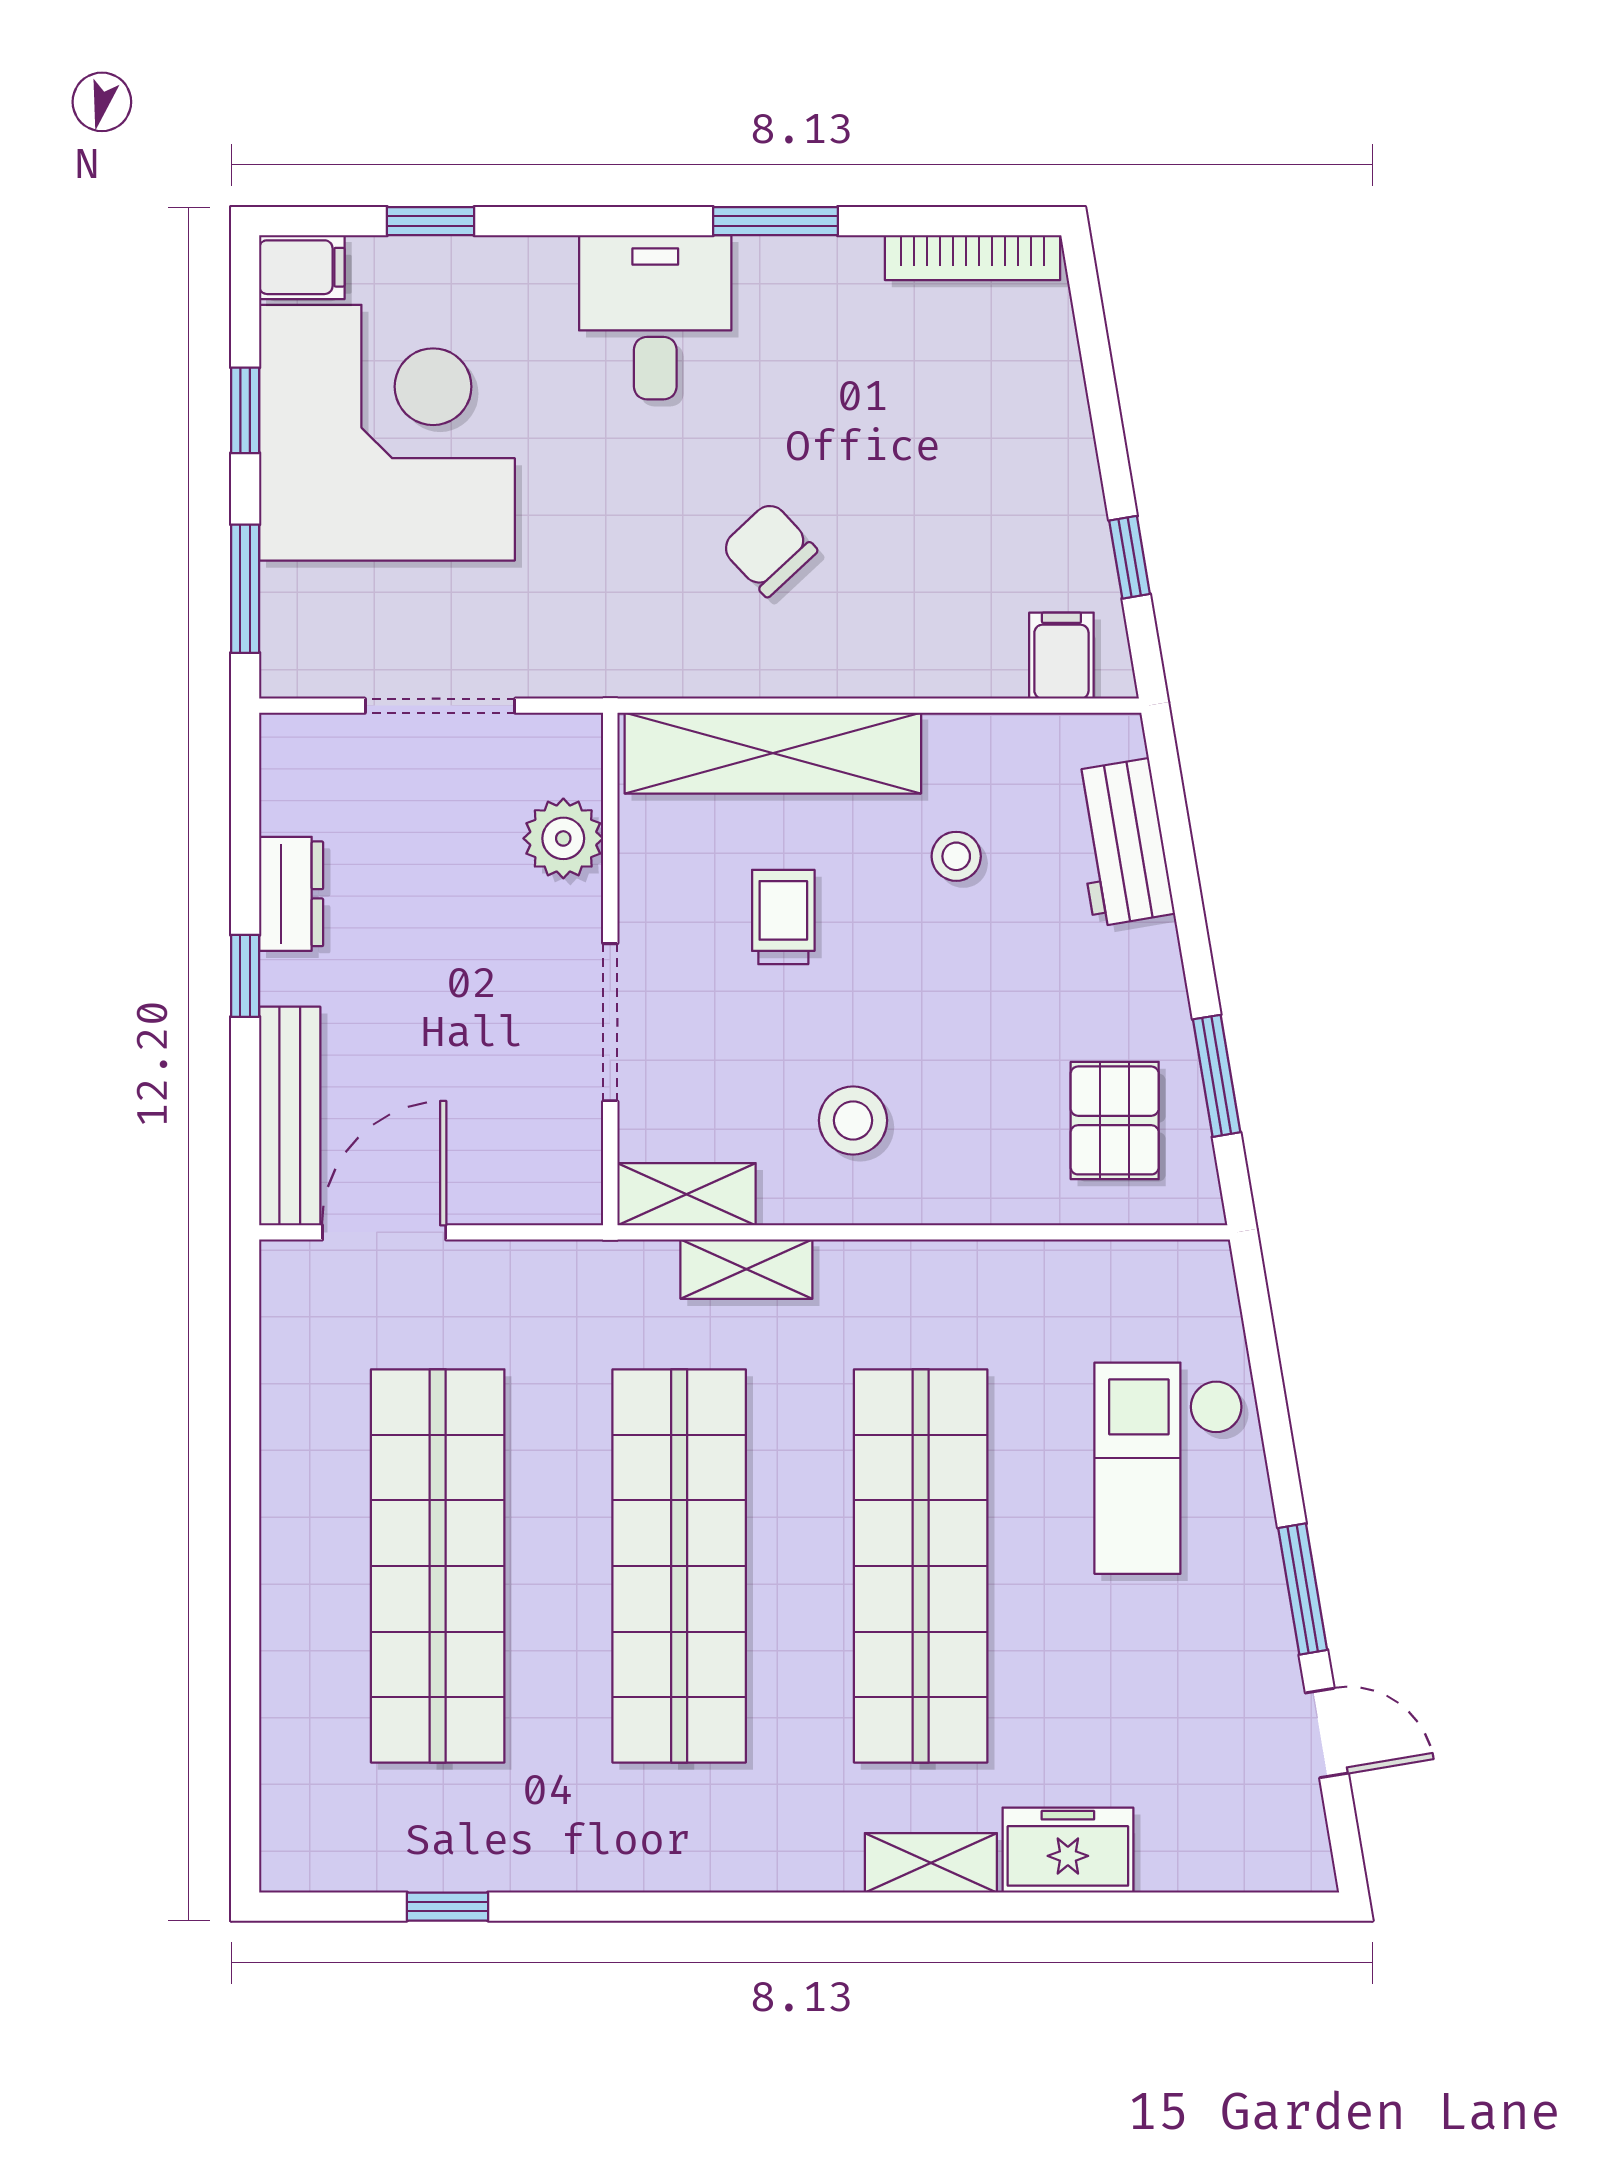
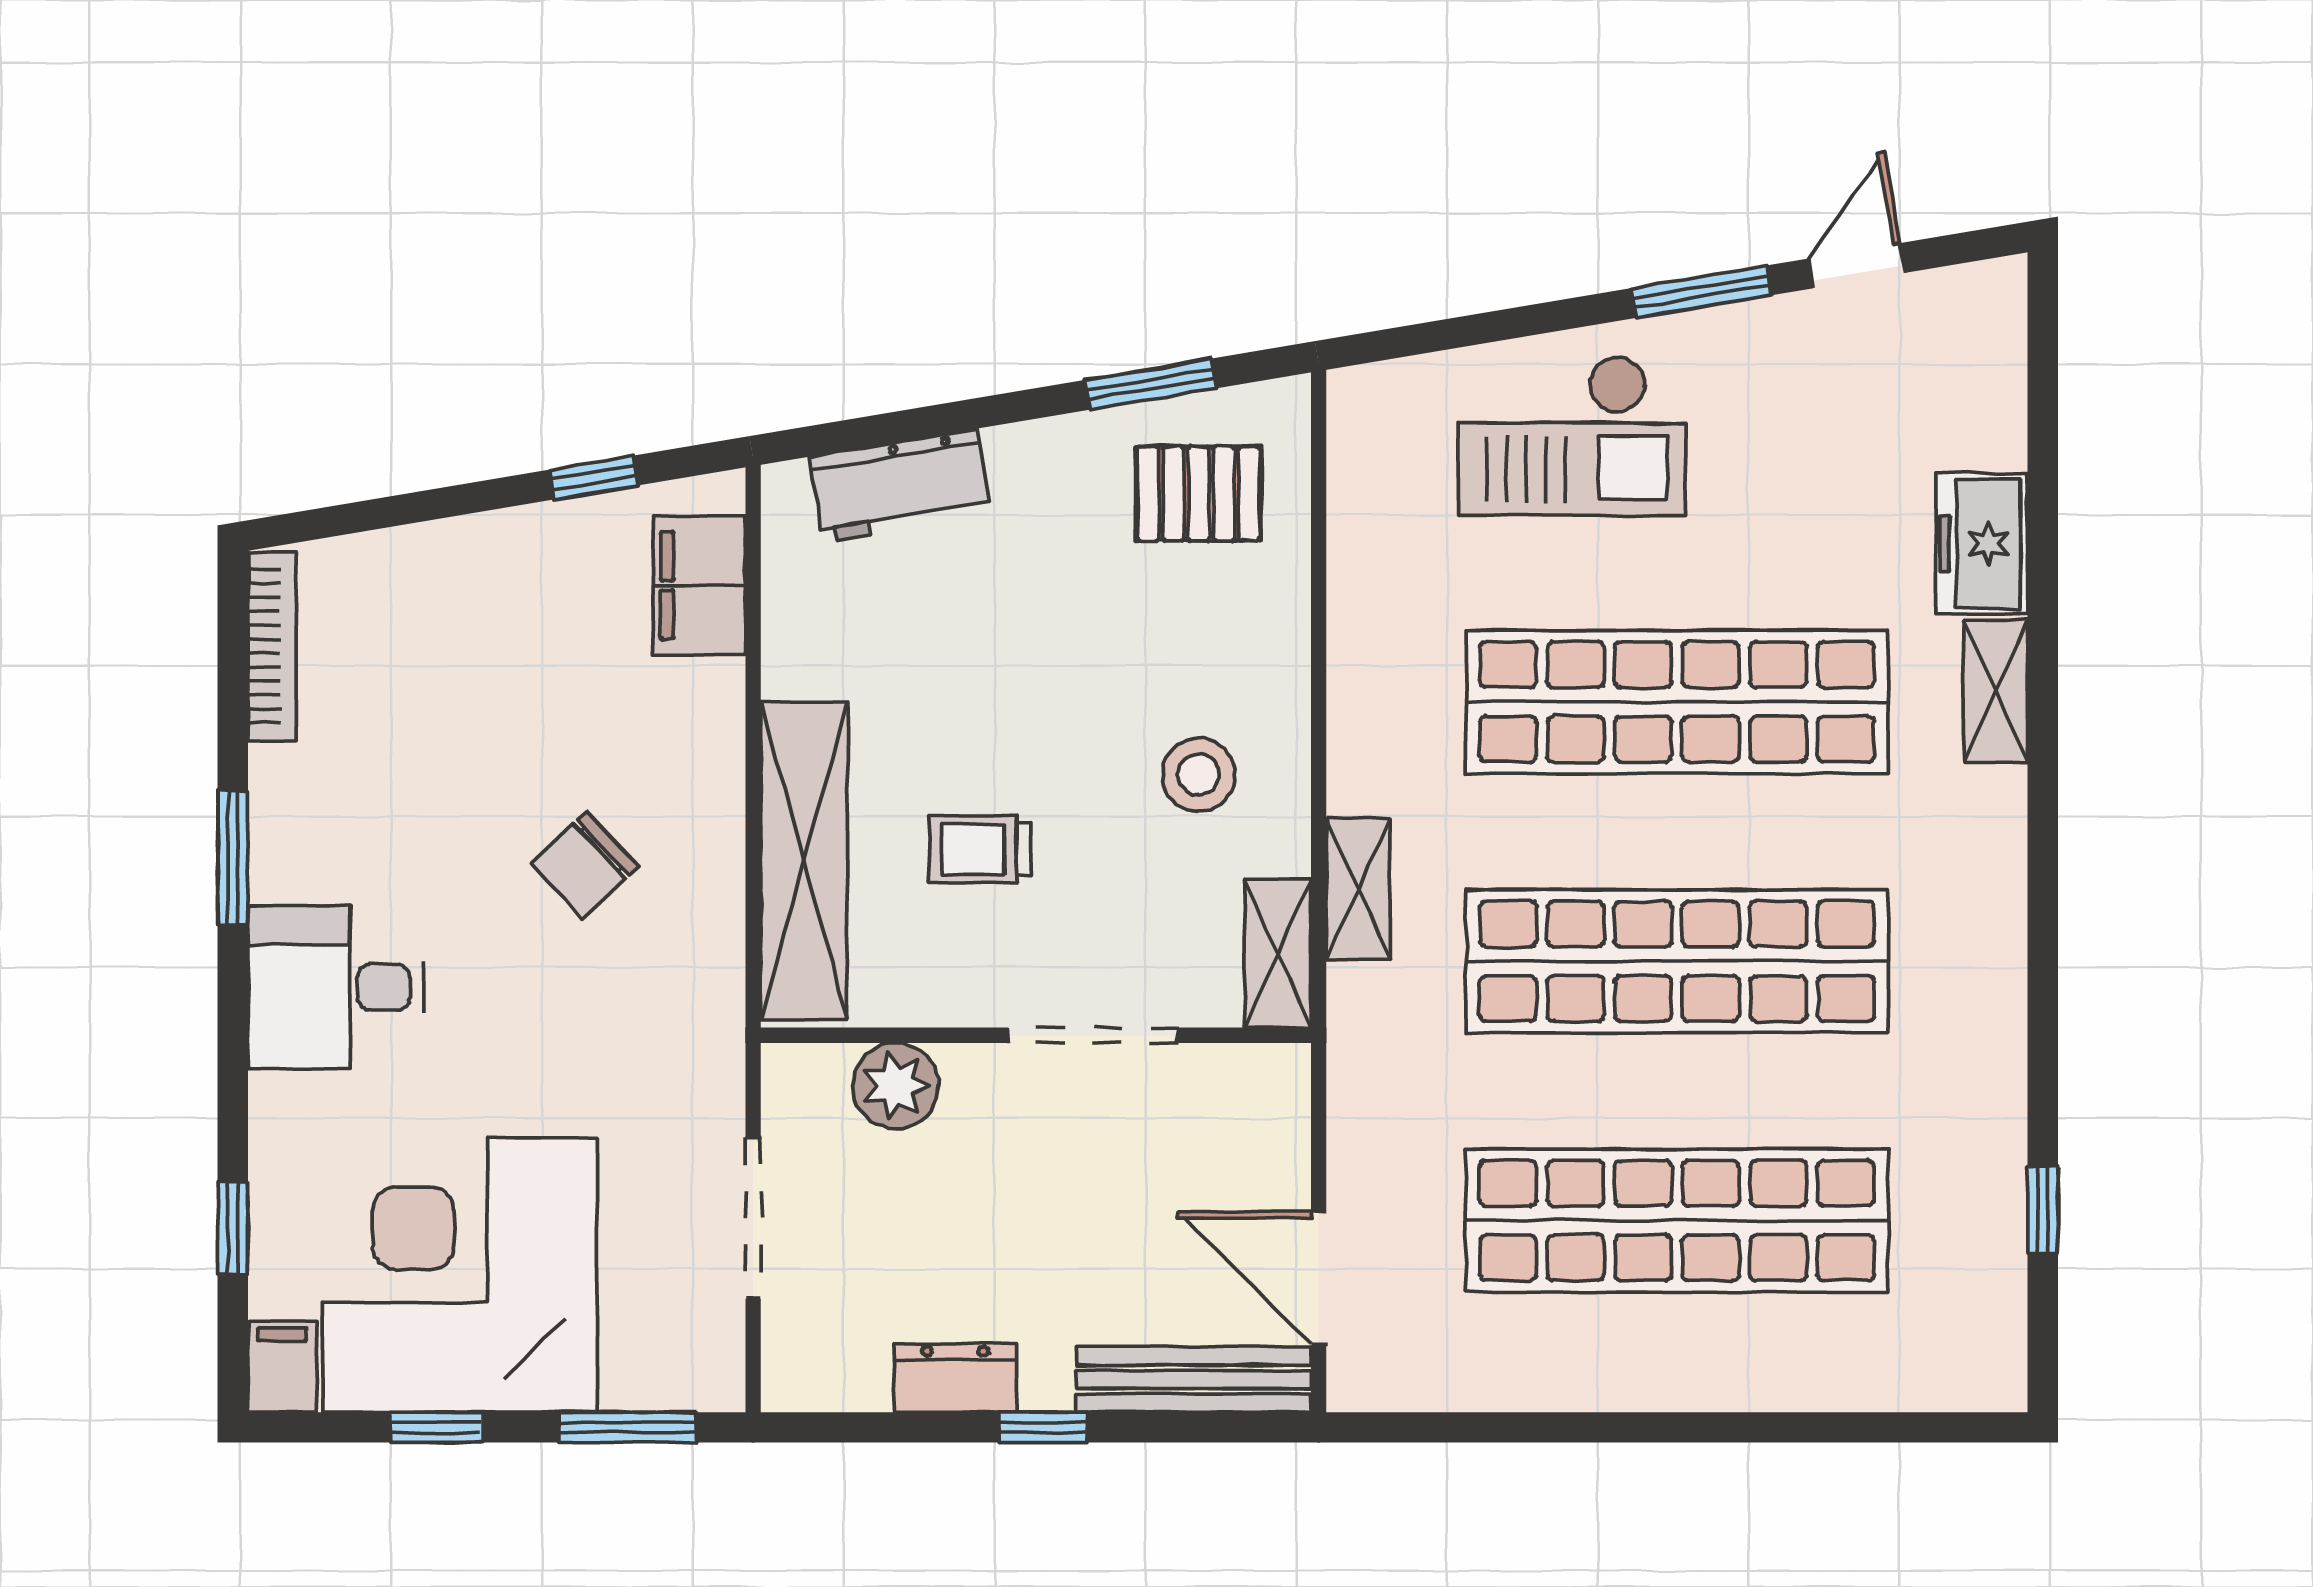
filing cabinet: (1061, 656) -> (699, 585), width x2.00
stool: (956, 856) -> (915, 664), removed

